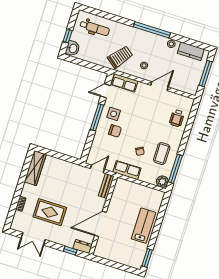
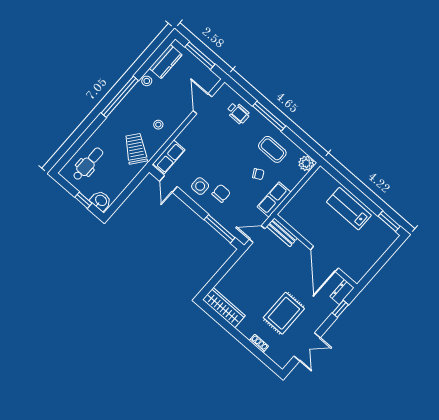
door: (159, 86) -> (203, 104), moved
window: (97, 117) -> (220, 229), moved
door: (97, 169) -> (257, 234), hinge flipped
window: (175, 169) -> (269, 116), moved

